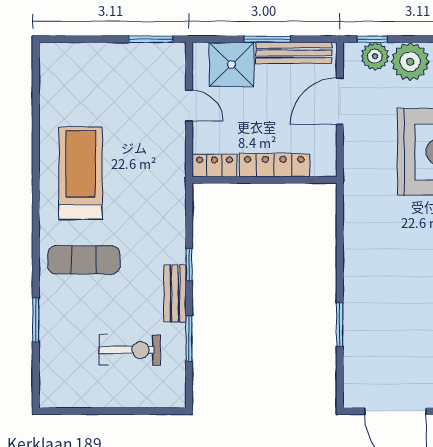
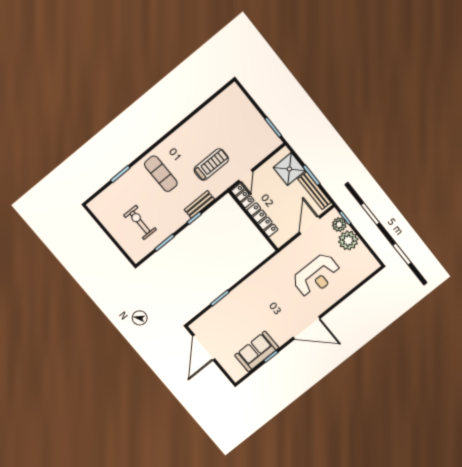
door: (340, 101) -> (310, 225), hinge flipped
door: (189, 105) -> (246, 176), moved
treadmill: (81, 173) -> (211, 164), moved, width x0.73, depth x0.73
bench: (175, 293) -> (199, 204), moved
exercise bike: (130, 350) -> (140, 222), turned 180

